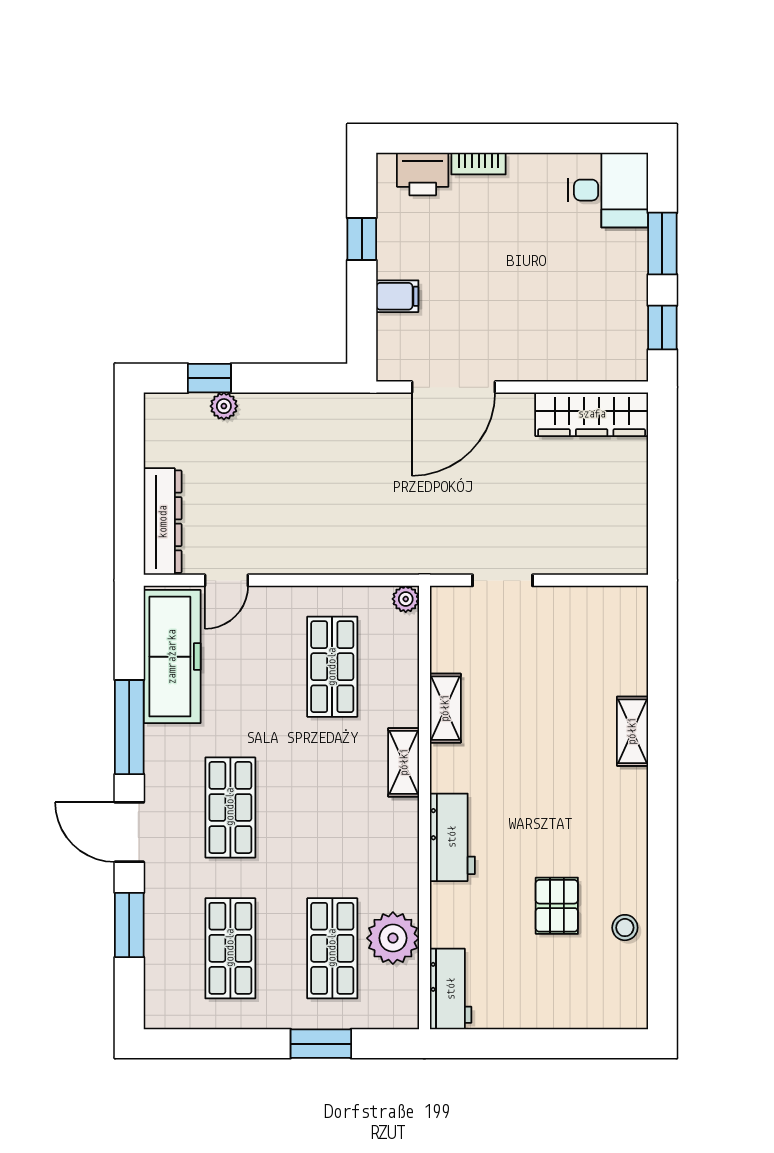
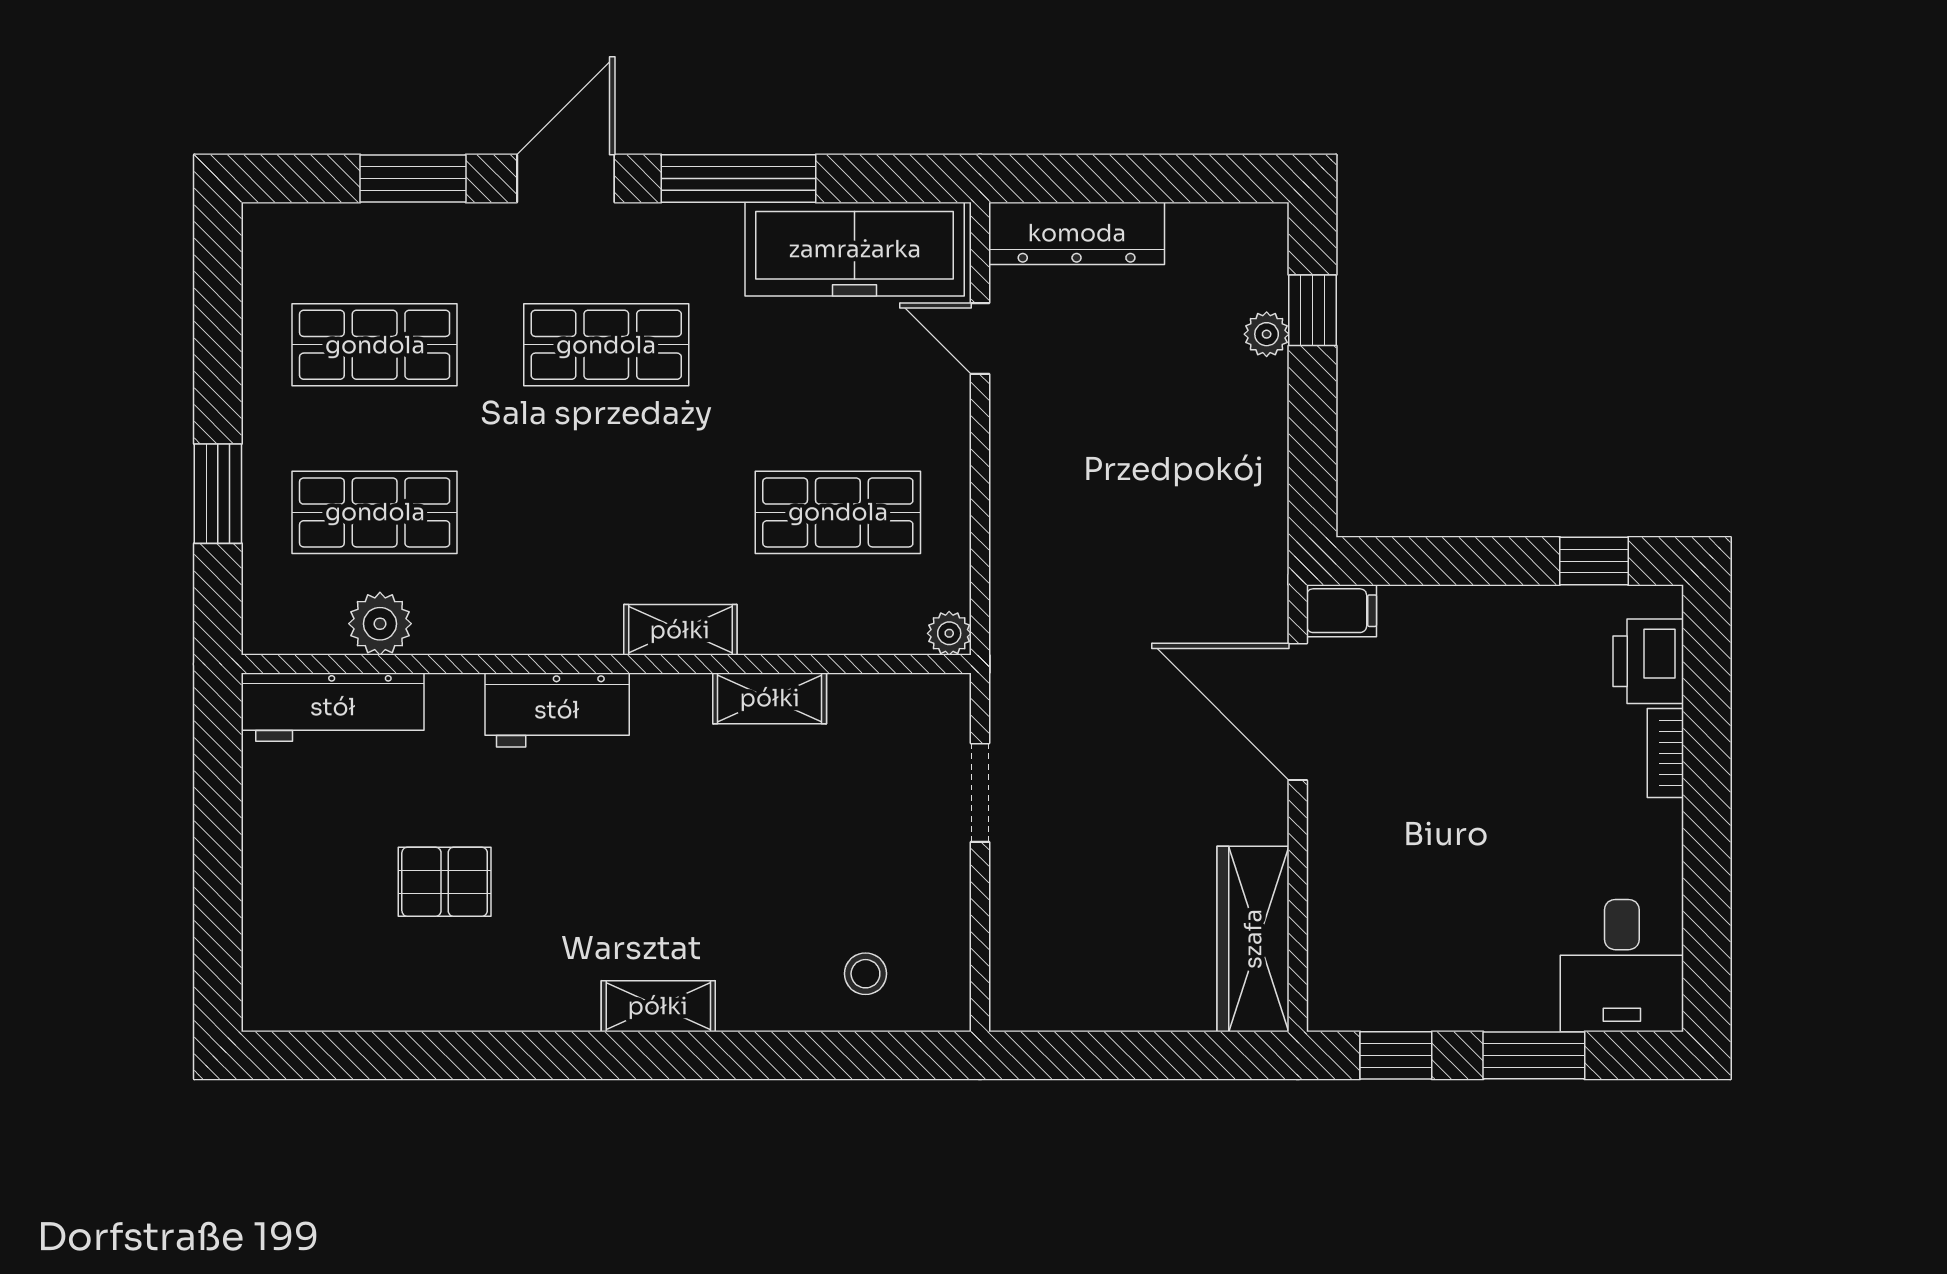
window: (362, 239) -> (1594, 561), moved
filing cabinet: (397, 296) -> (1341, 611), moved, turned -90
shelving: (632, 731) -> (658, 1006), moved
stool: (625, 928) -> (865, 974), moved
plant: (393, 938) -> (380, 624), width x0.73, depth x0.73
workbench: (451, 989) -> (333, 707), width x1.38

